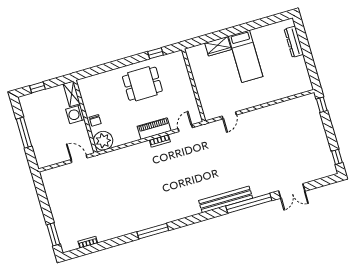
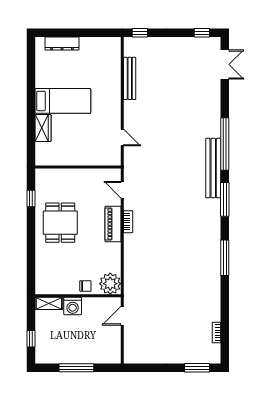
bench: (281, 107) -> (130, 78), added
double door: (292, 191) -> (225, 64), moved
window: (202, 217) -> (225, 199), added

